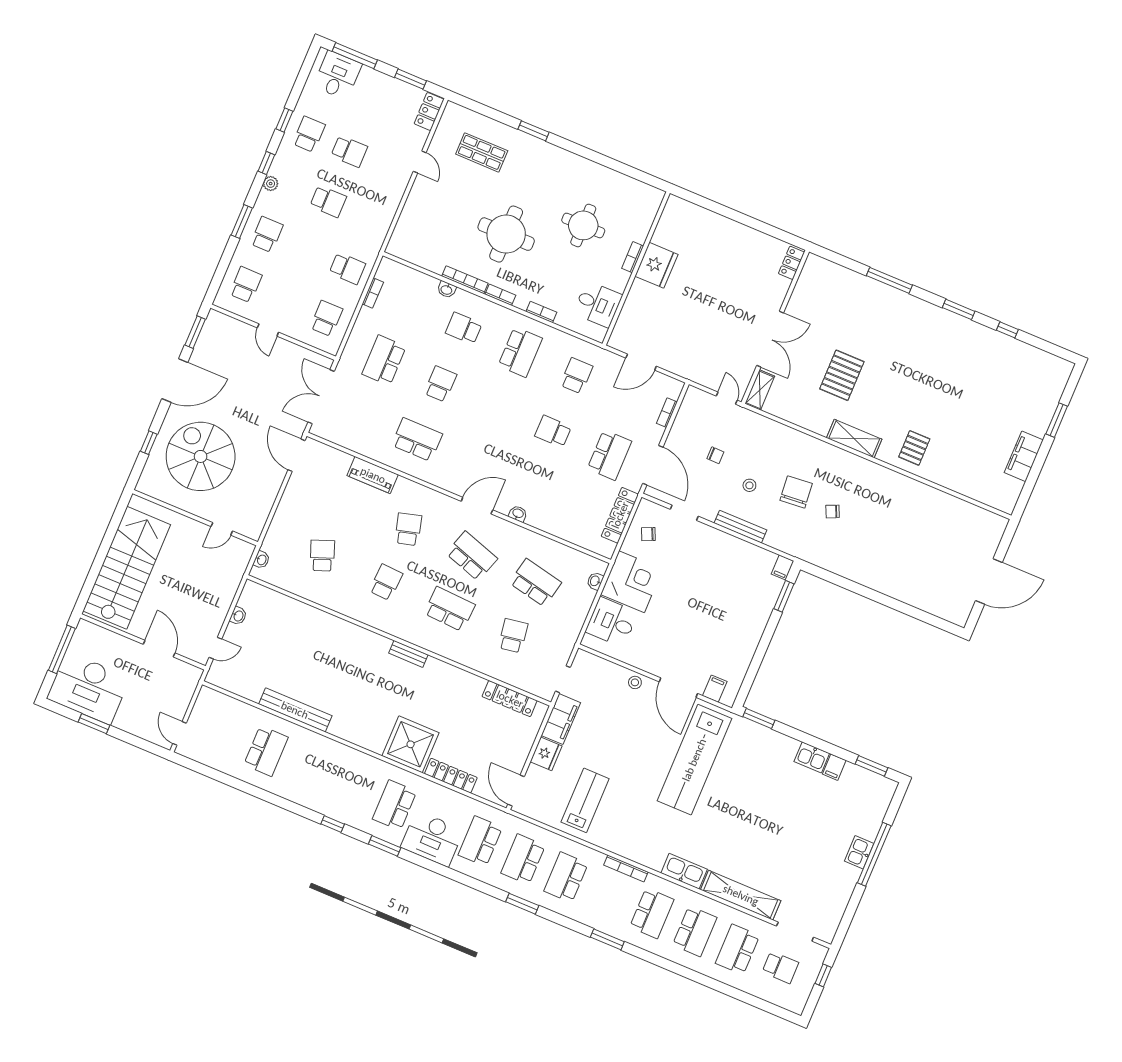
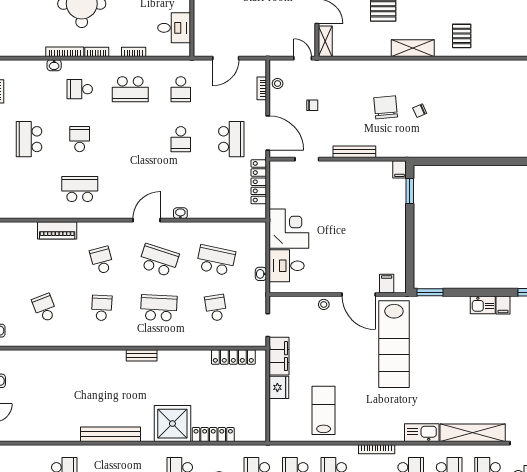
school desk: (520, 352) -> (130, 89), turned 90
school desk: (576, 376) -> (181, 89), turned 180
school desk: (553, 431) -> (181, 139), turned -90
stool: (749, 485) -> (278, 84), moved
chair: (648, 534) -> (287, 187), removed
washbasin: (595, 581) -> (261, 274), moved
bench: (295, 710) -> (111, 434), moved
door: (516, 790) -> (268, 425), removed

